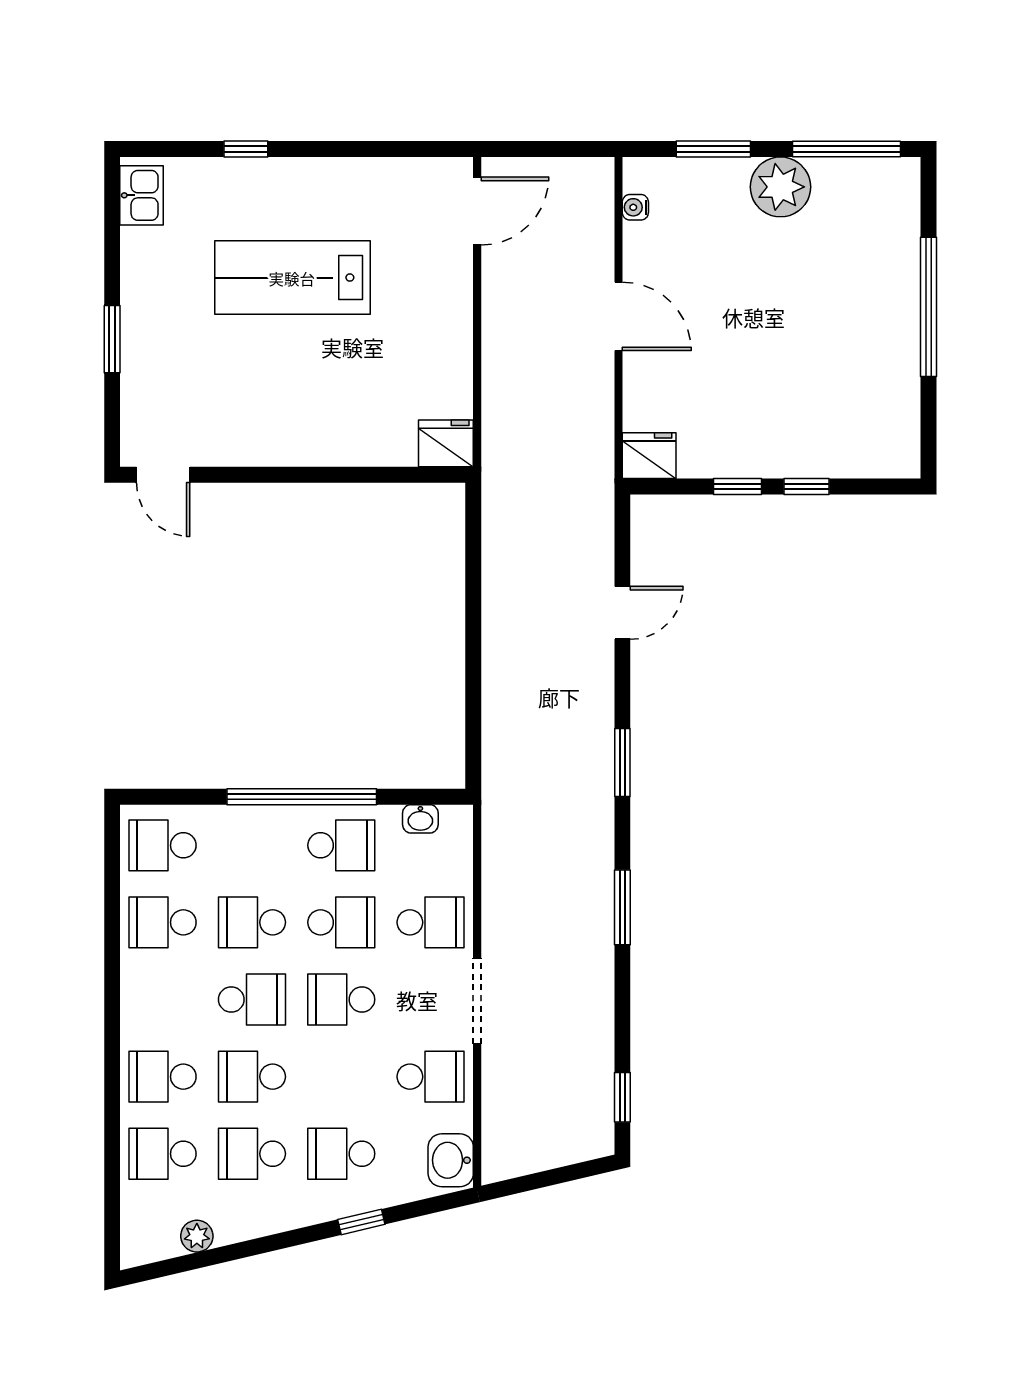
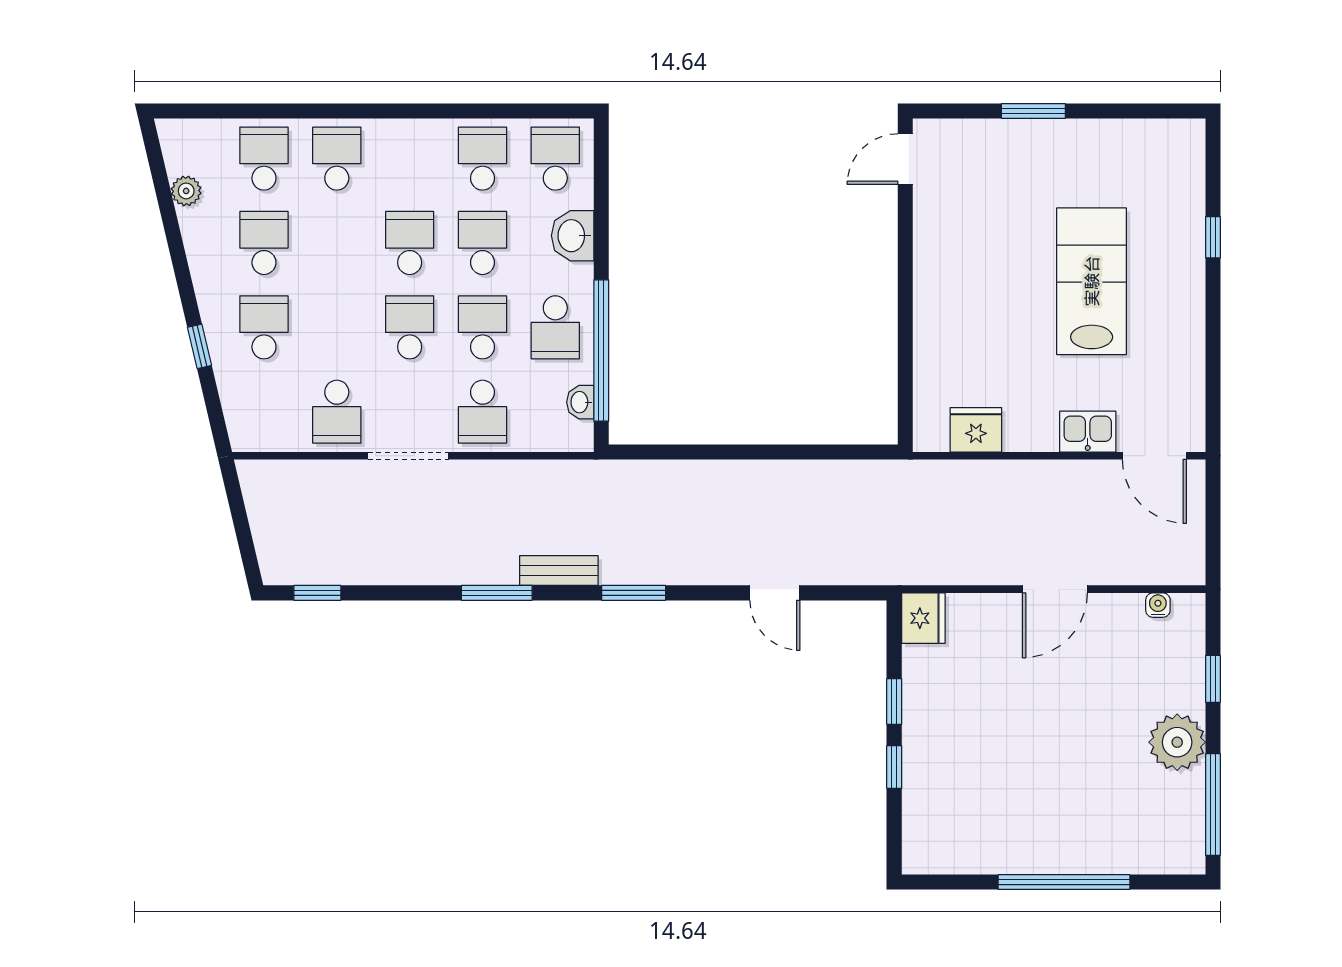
window: (713, 149) -> (1213, 679), width x0.67
kitchen sink: (142, 195) -> (1088, 432), moved, turned 180
fridge: (446, 443) -> (976, 430), moved, turned -90
window: (302, 797) -> (601, 351), moved
bench: (599, 841) -> (559, 571), added
school desk: (341, 922) -> (482, 327), turned 180
school desk: (252, 1000) -> (410, 243), turned 180
school desk: (252, 1077) -> (337, 243), removed
washbasin: (451, 1160) -> (573, 236), moved, turned -90

